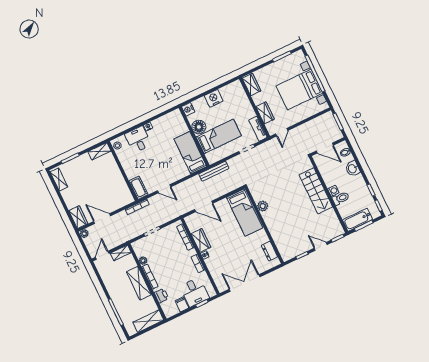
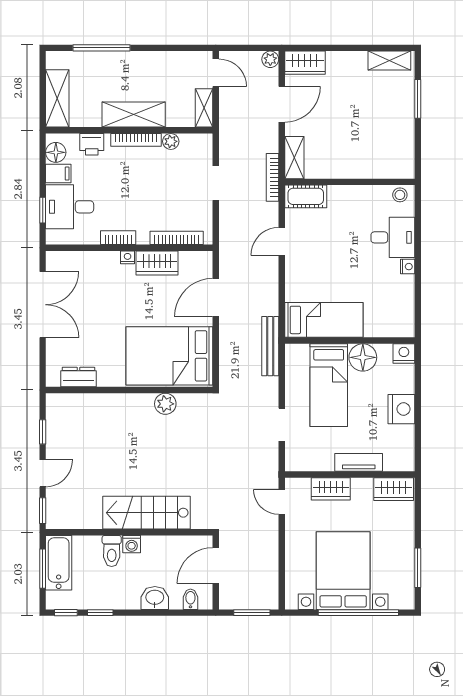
tv unit: (258, 129) -> (359, 462), moved
shelving: (99, 151) -> (294, 158), moved
bed: (245, 213) -> (169, 356), width x1.50
floor lamp: (173, 310) -> (56, 152), added

